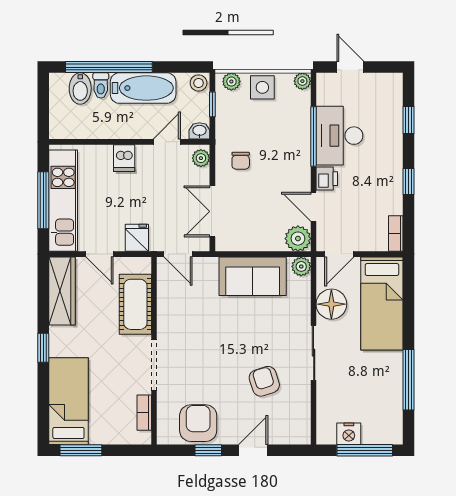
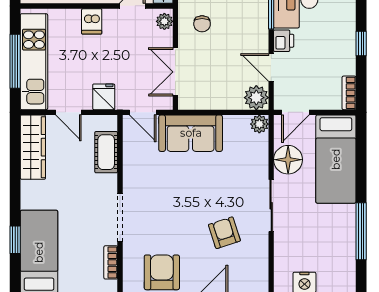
sofa: (253, 276) -> (191, 133), moved
cot: (135, 304) -> (106, 152), width x0.73, depth x0.75
window: (43, 348) -> (15, 240), moved

